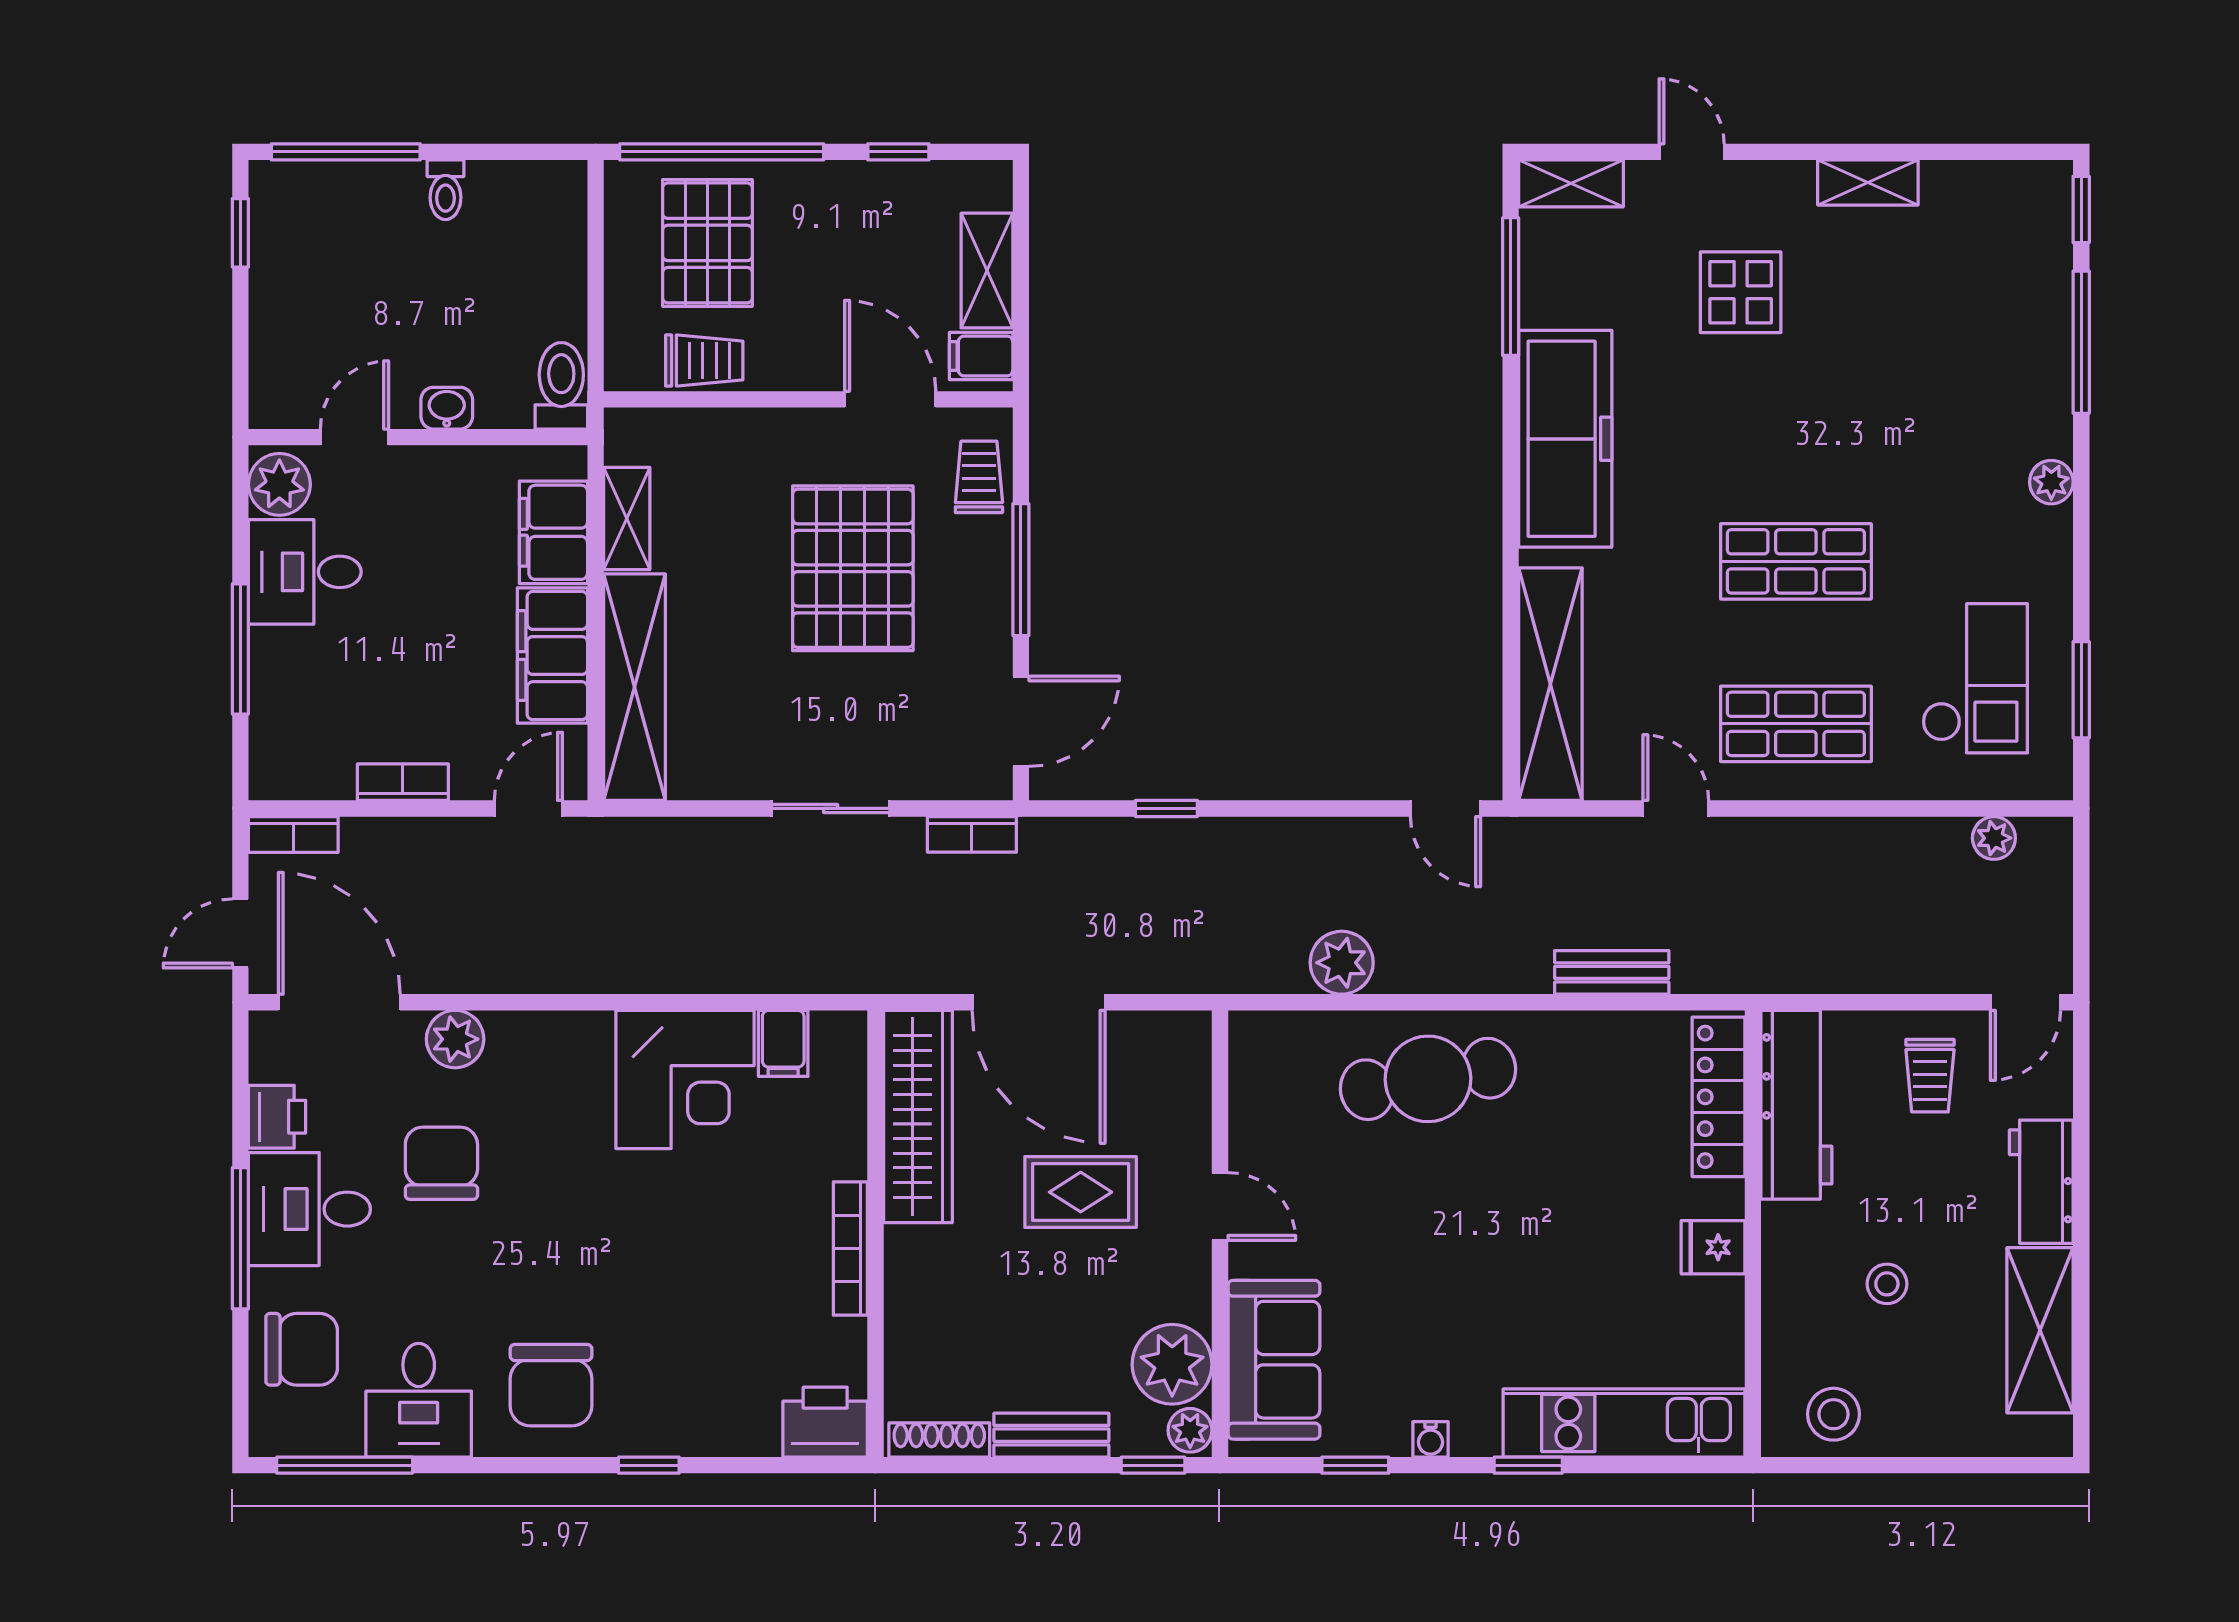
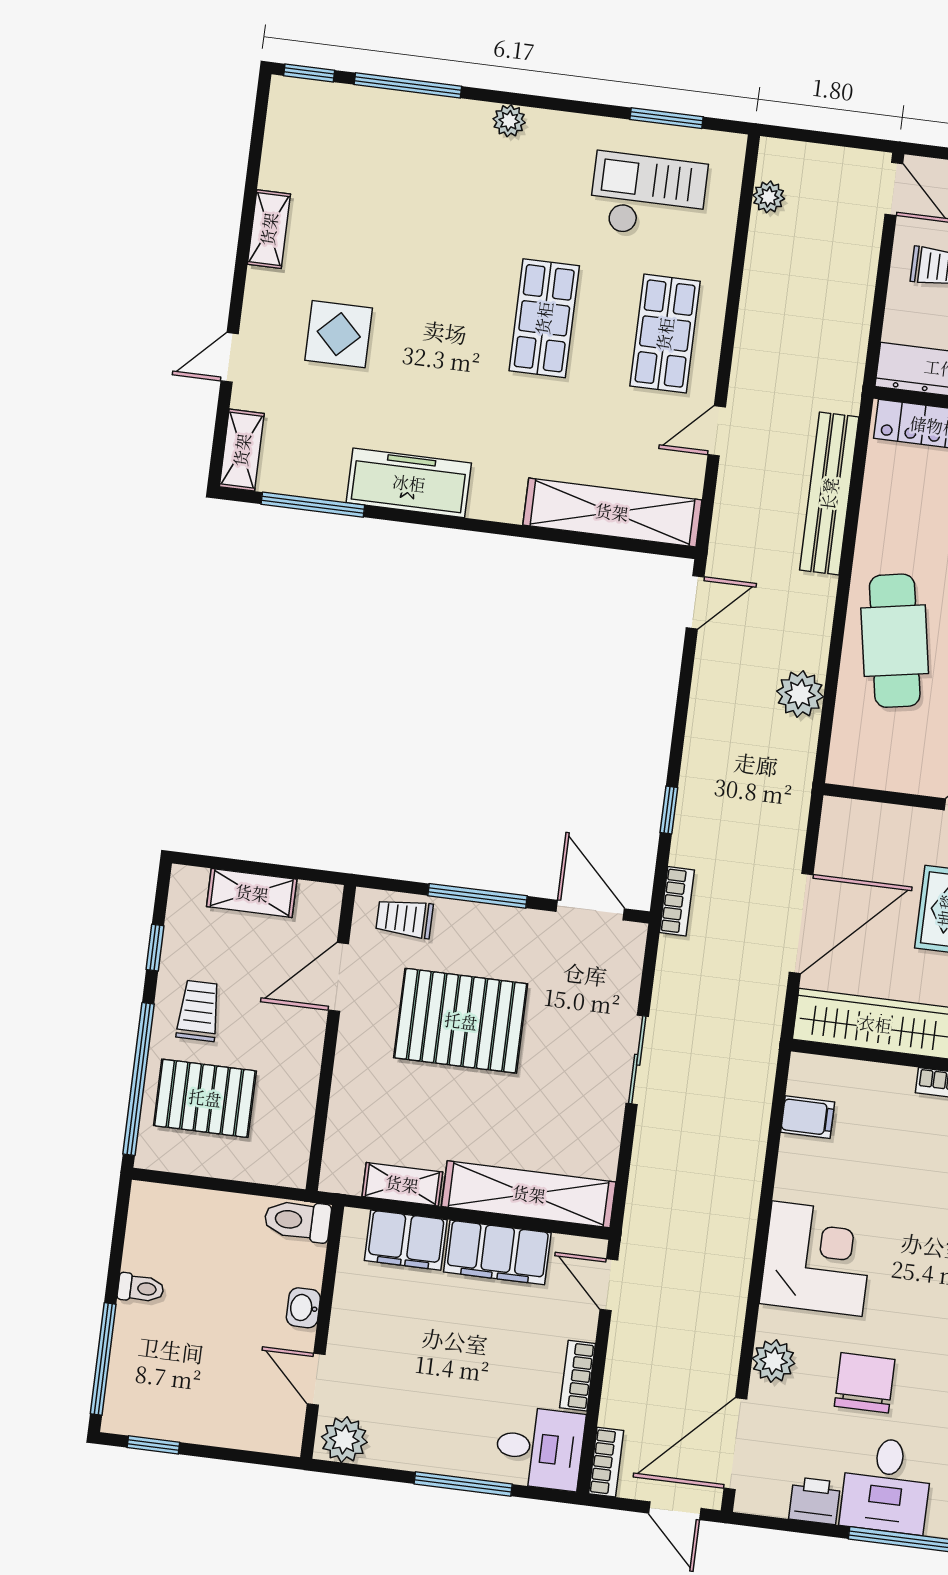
filing cabinet: (981, 356) -> (315, 905), removed
trolley: (704, 360) -> (199, 1011), moved
freezer: (1565, 439) -> (409, 483), width x0.73, depth x0.79
desk: (305, 572) -> (540, 1448), moved, turned -90
bookcase: (972, 834) -> (677, 901), moved
bench: (1612, 972) -> (829, 494), width x1.86, depth x1.21
corner desk: (685, 1079) -> (817, 1259), moved
chair: (441, 1163) -> (865, 1383), turned 90

